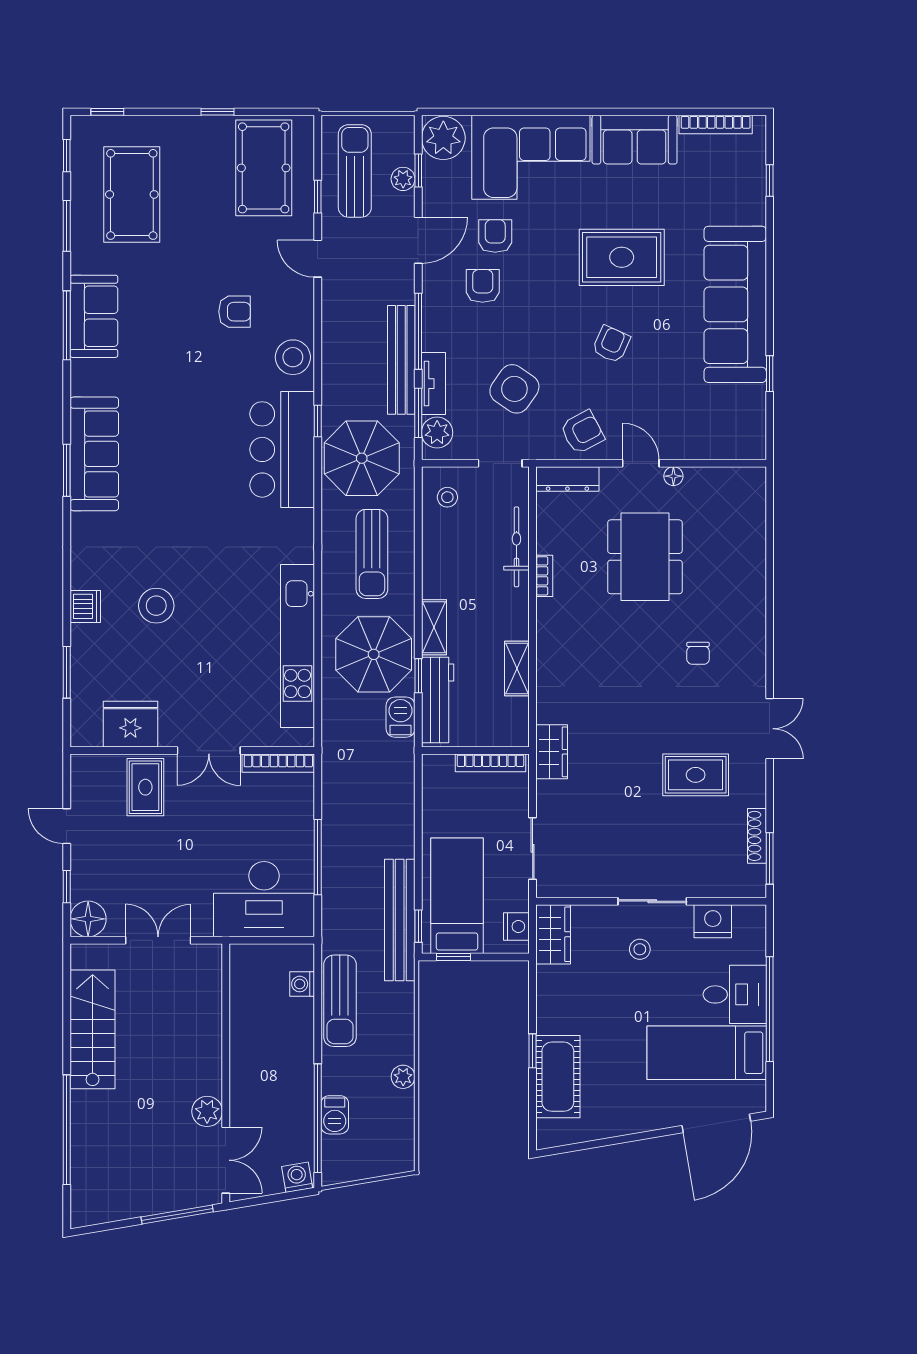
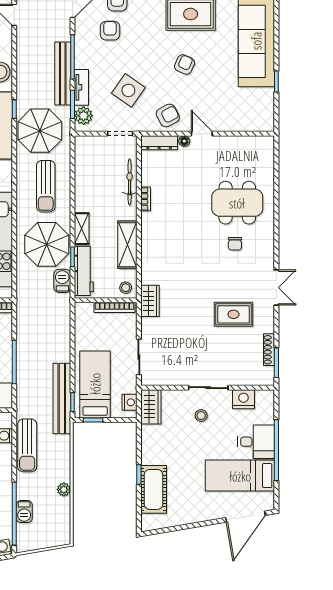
floor lamp: (673, 476) -> (184, 141), moved
stool: (447, 497) -> (126, 288), moved
dining table: (645, 557) -> (237, 203), moved, turned 90
shelving: (517, 668) -> (127, 245), width x1.50, depth x1.33

